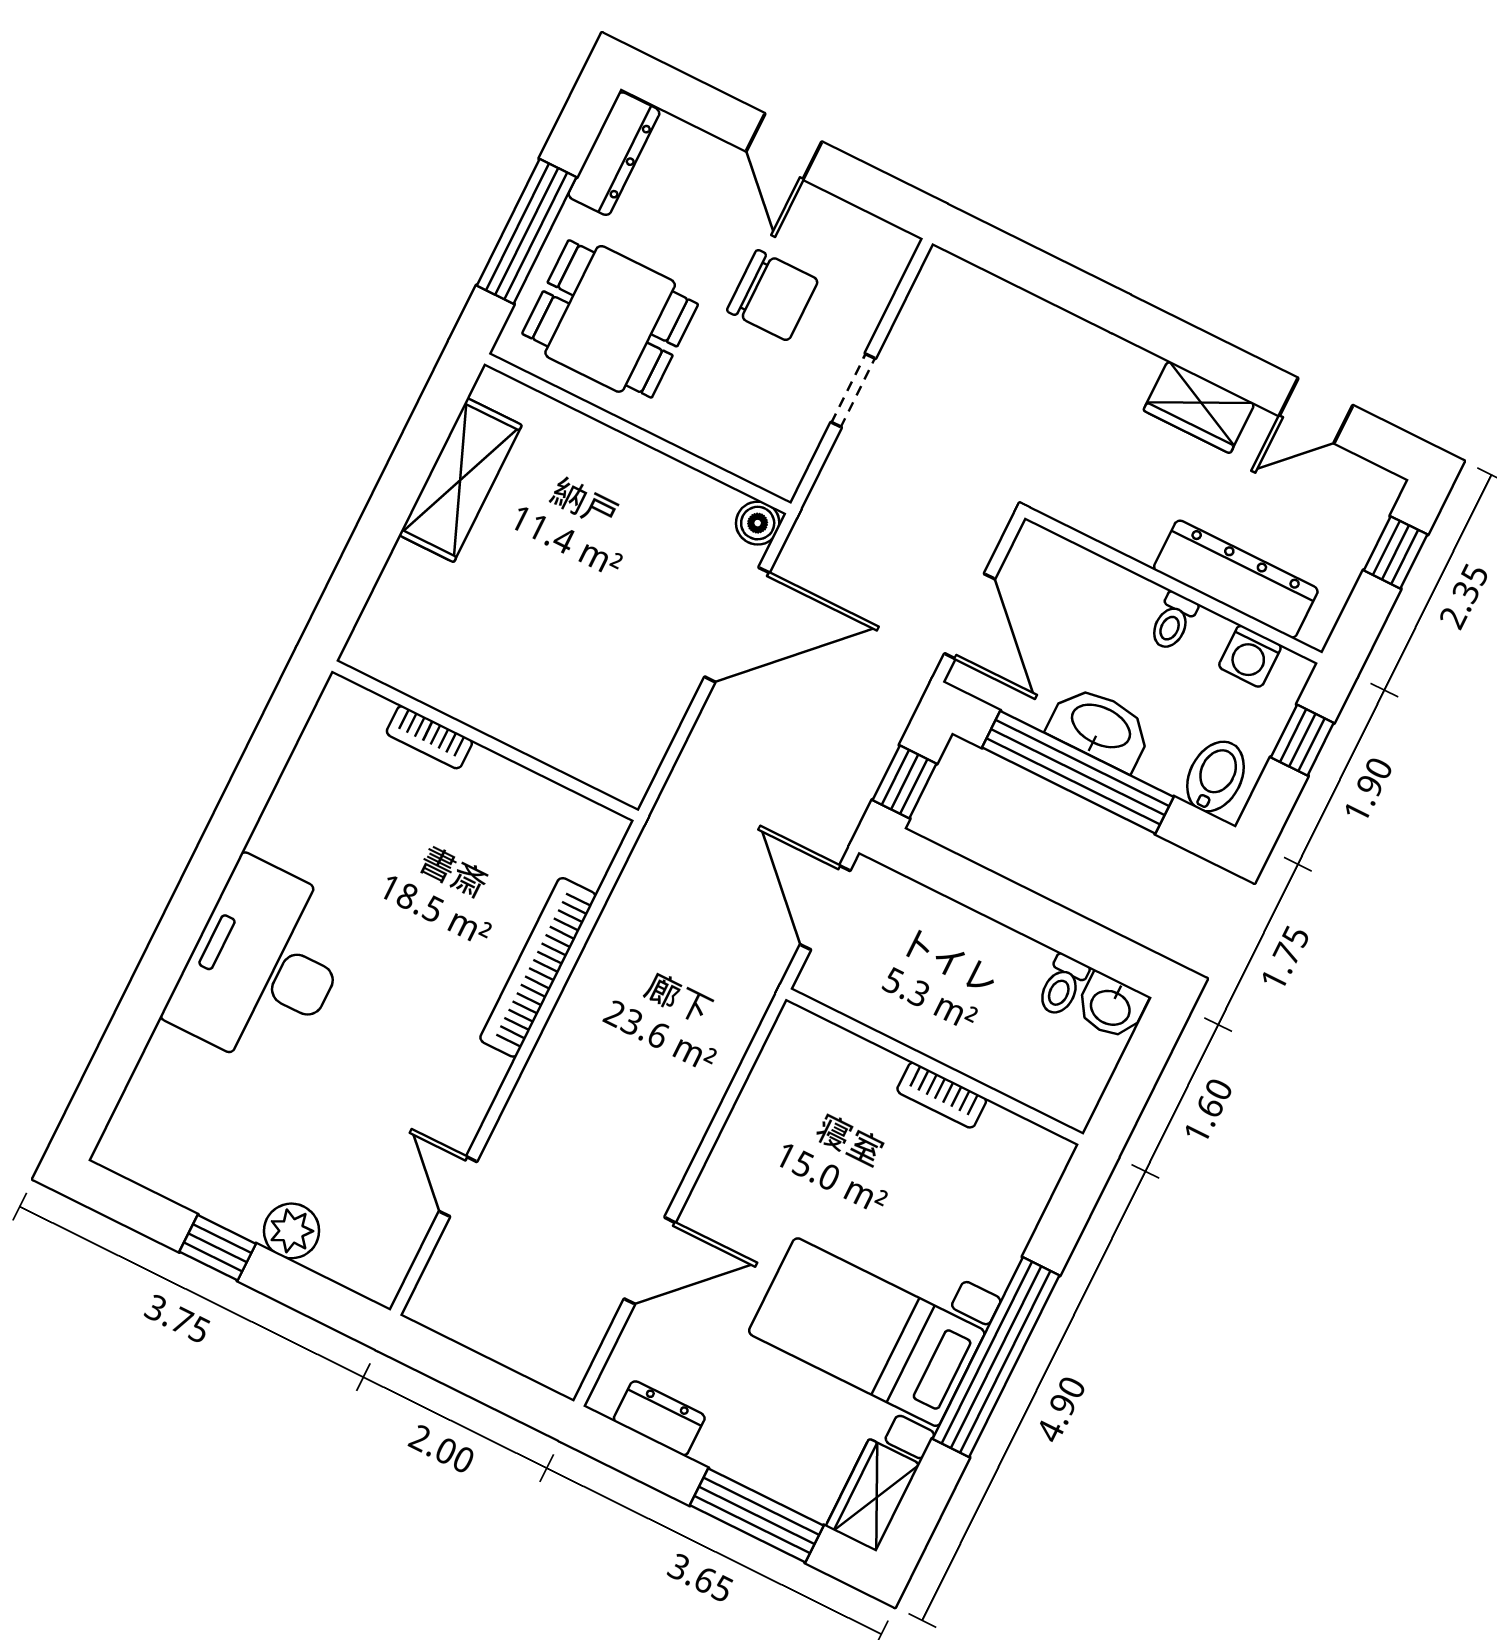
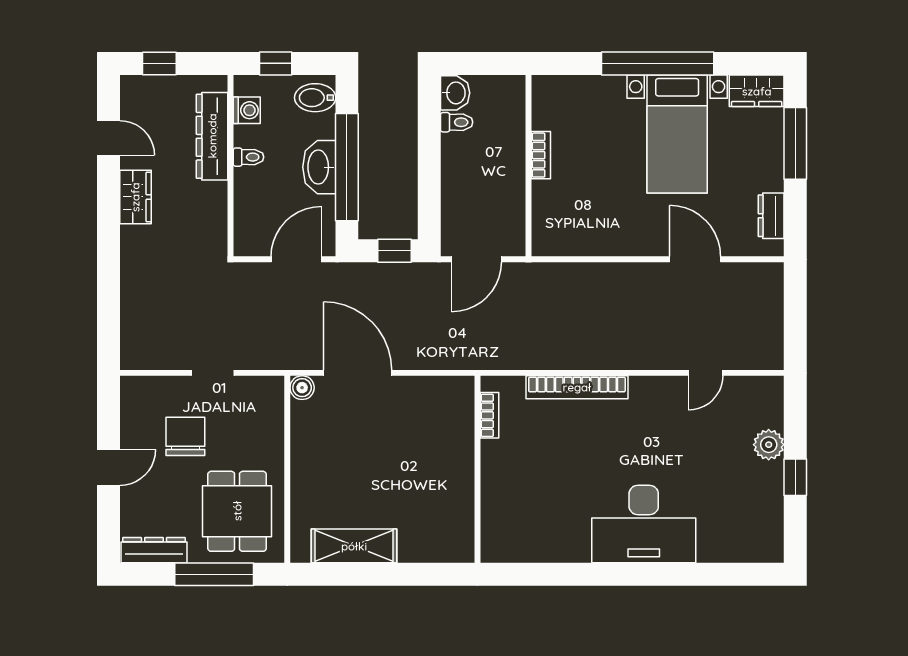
bookcase: (429, 737) -> (489, 415), moved

